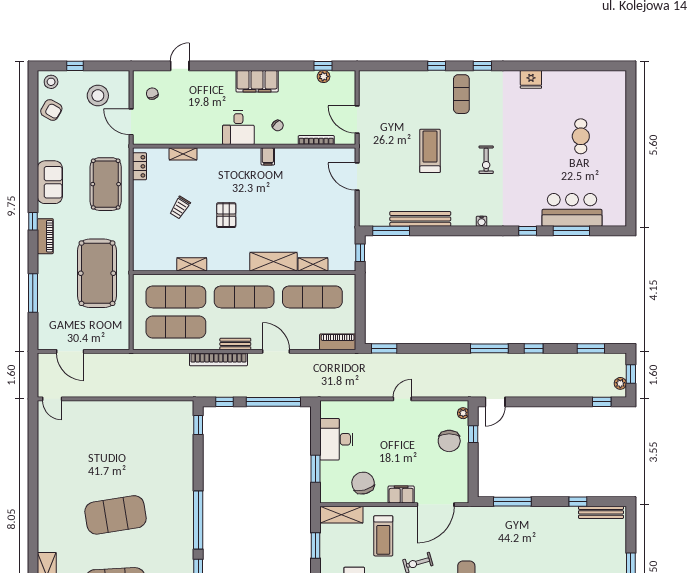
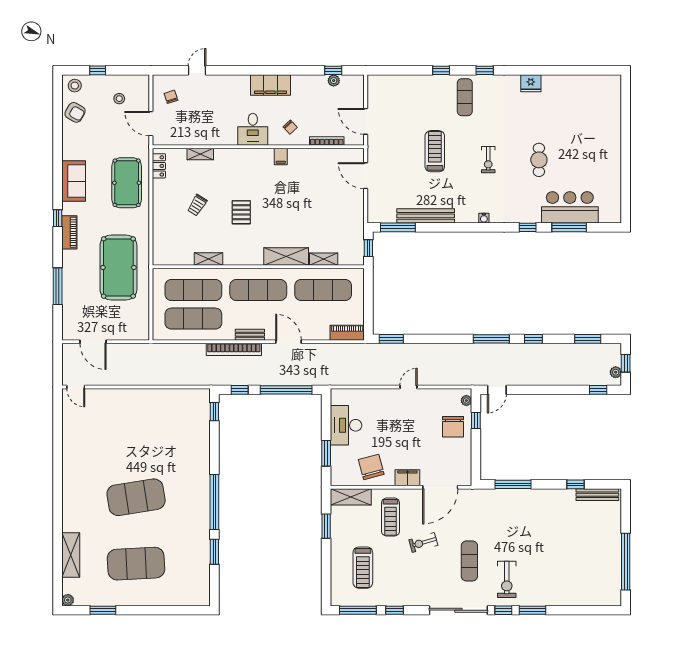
stool: (98, 96) -> (119, 99), width x0.53, depth x0.53
cafe table: (581, 136) -> (539, 160), moved

